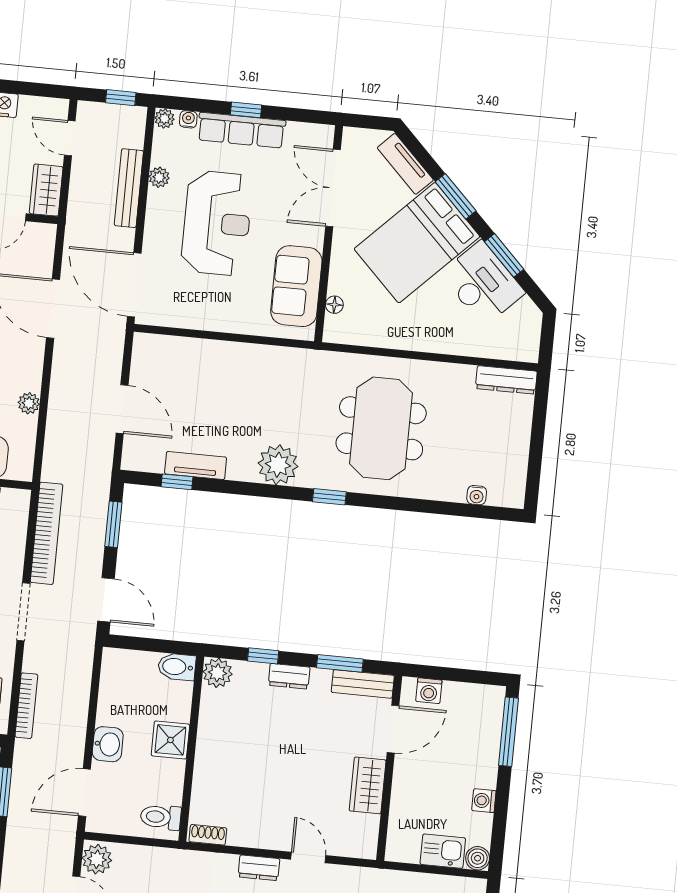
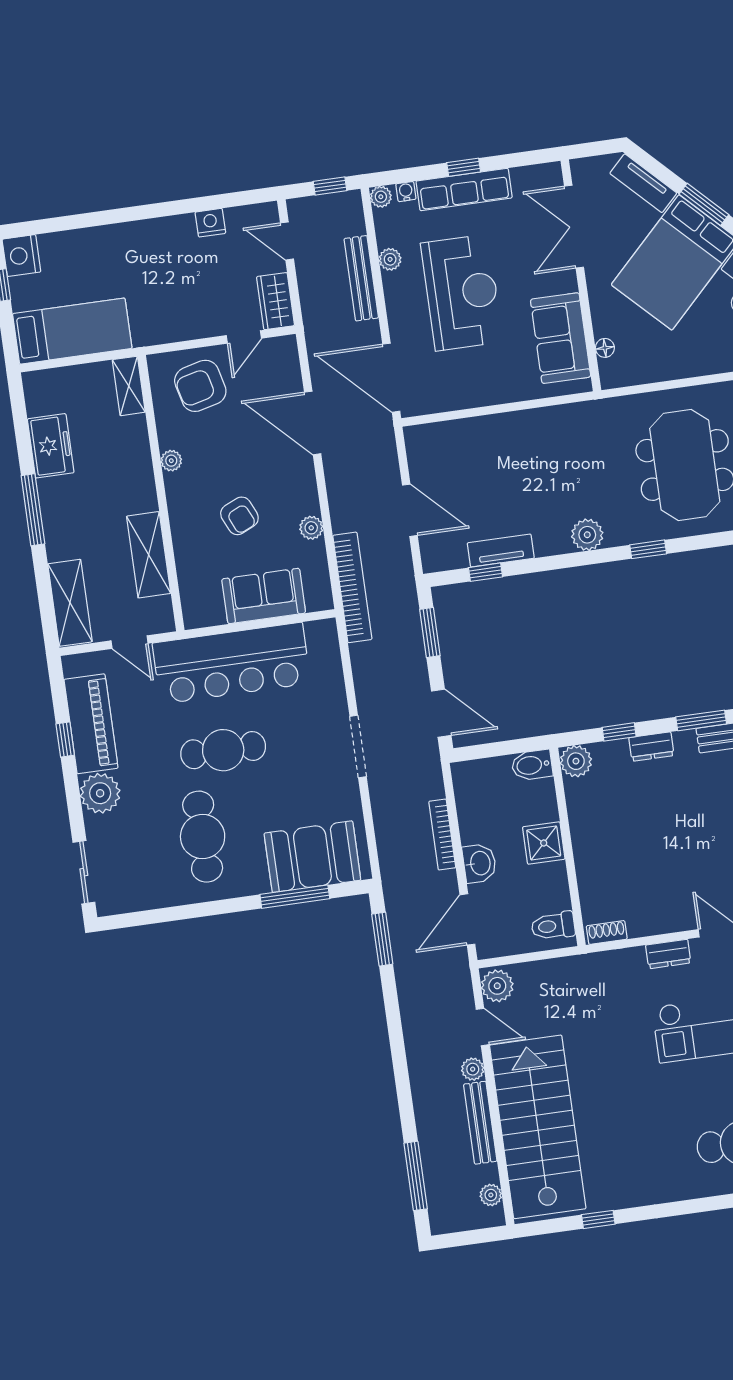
plant: (278, 465) -> (587, 535), width x0.73, depth x0.73
bookcase: (46, 533) -> (352, 587), moved
bookcase: (26, 706) -> (442, 835), moved, turned 180

